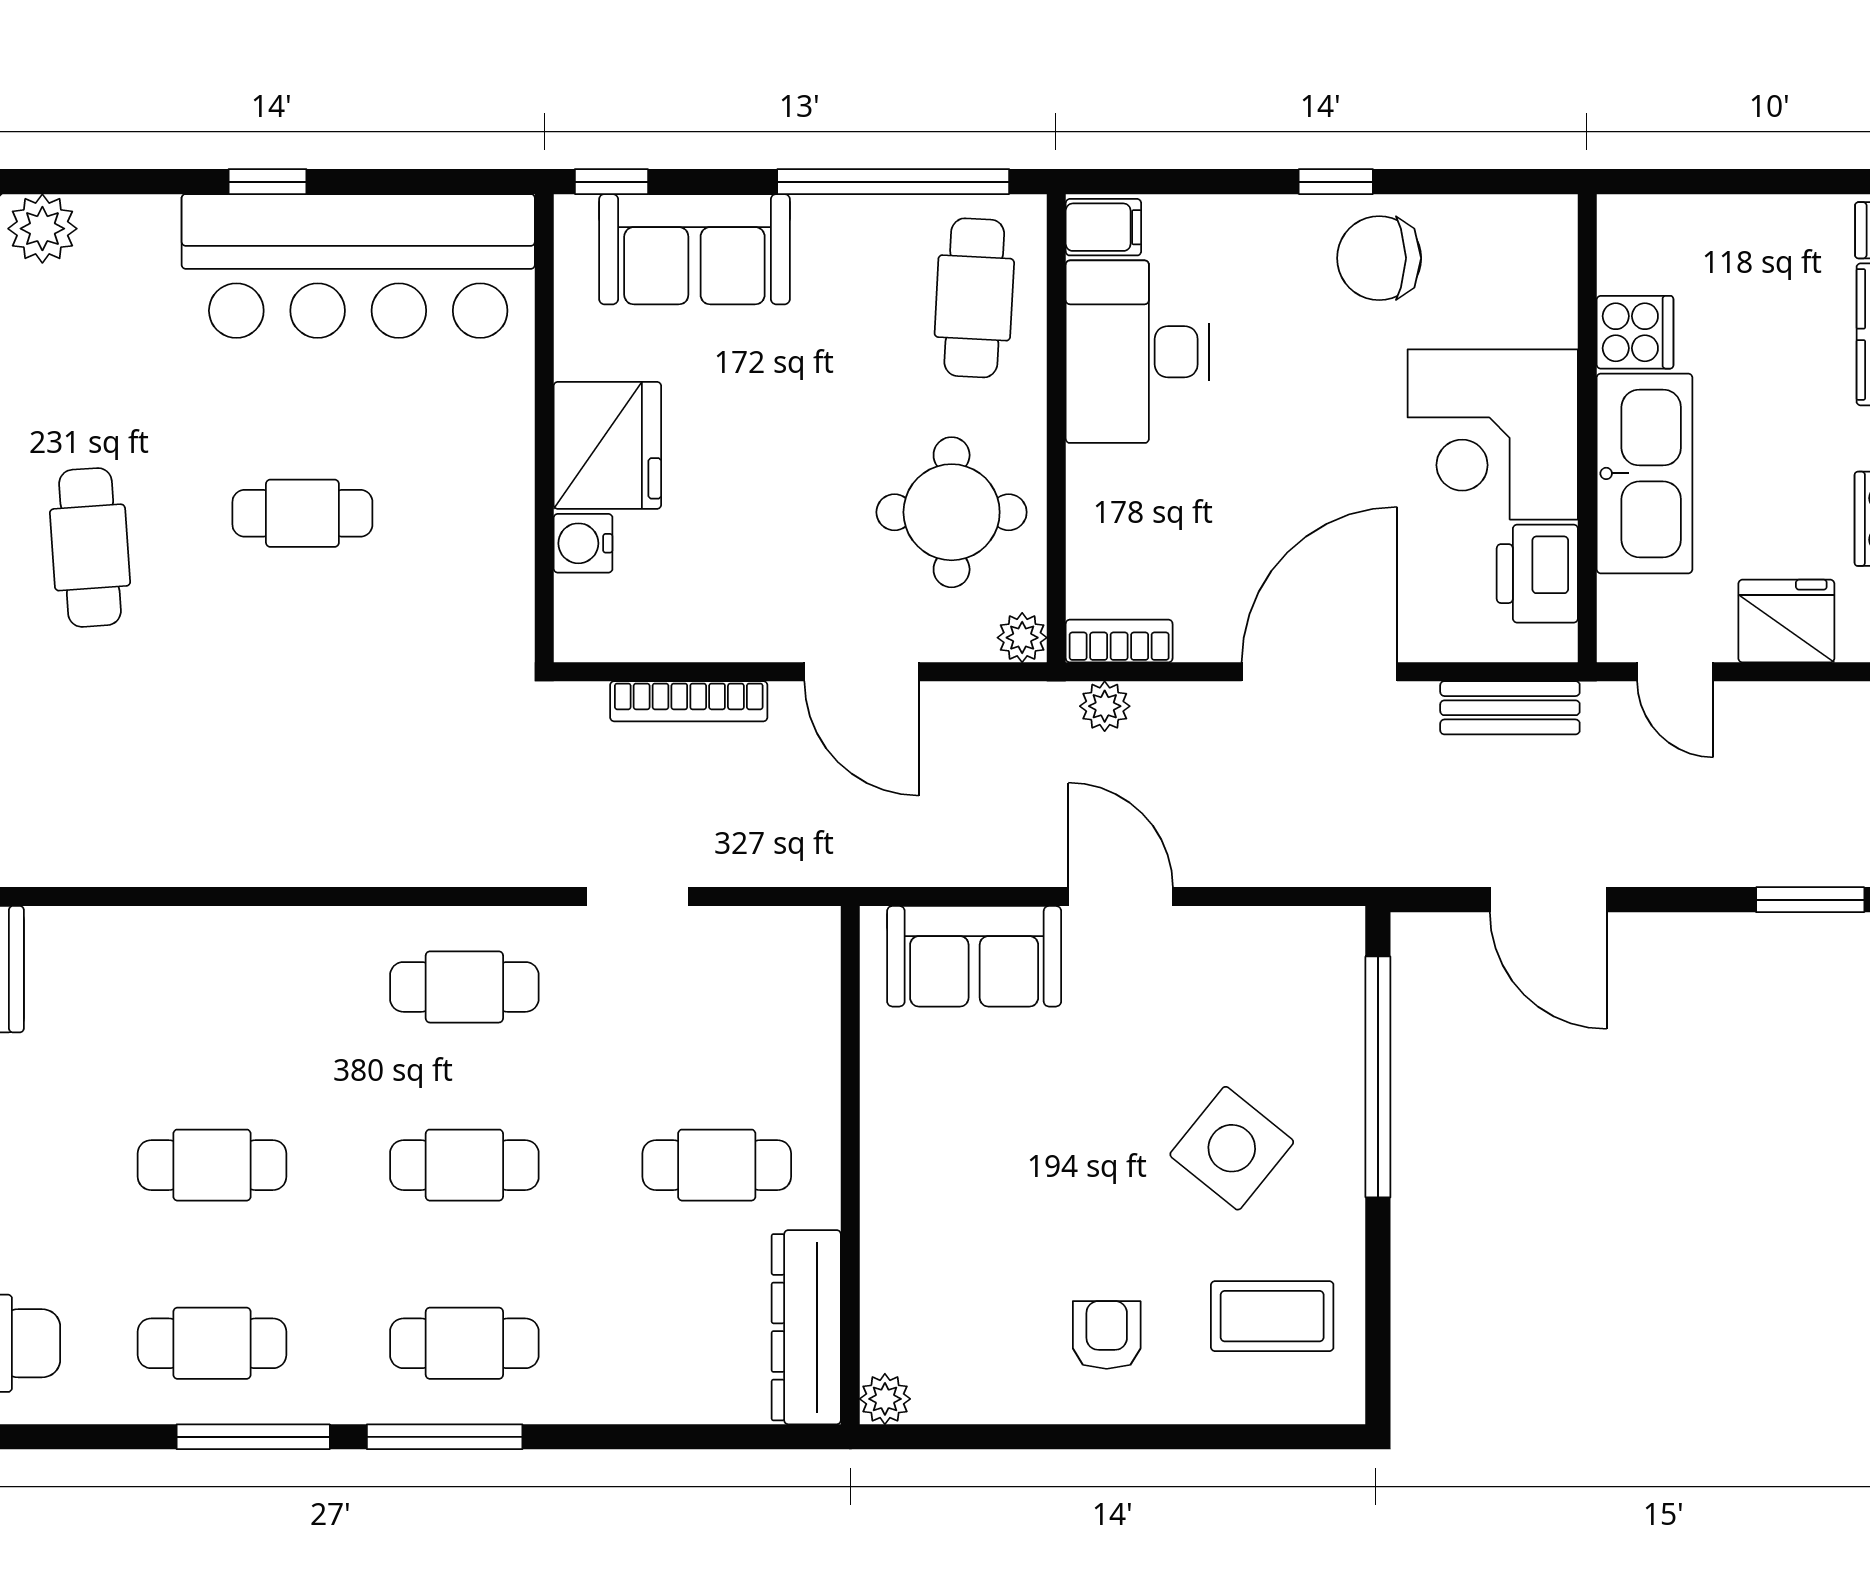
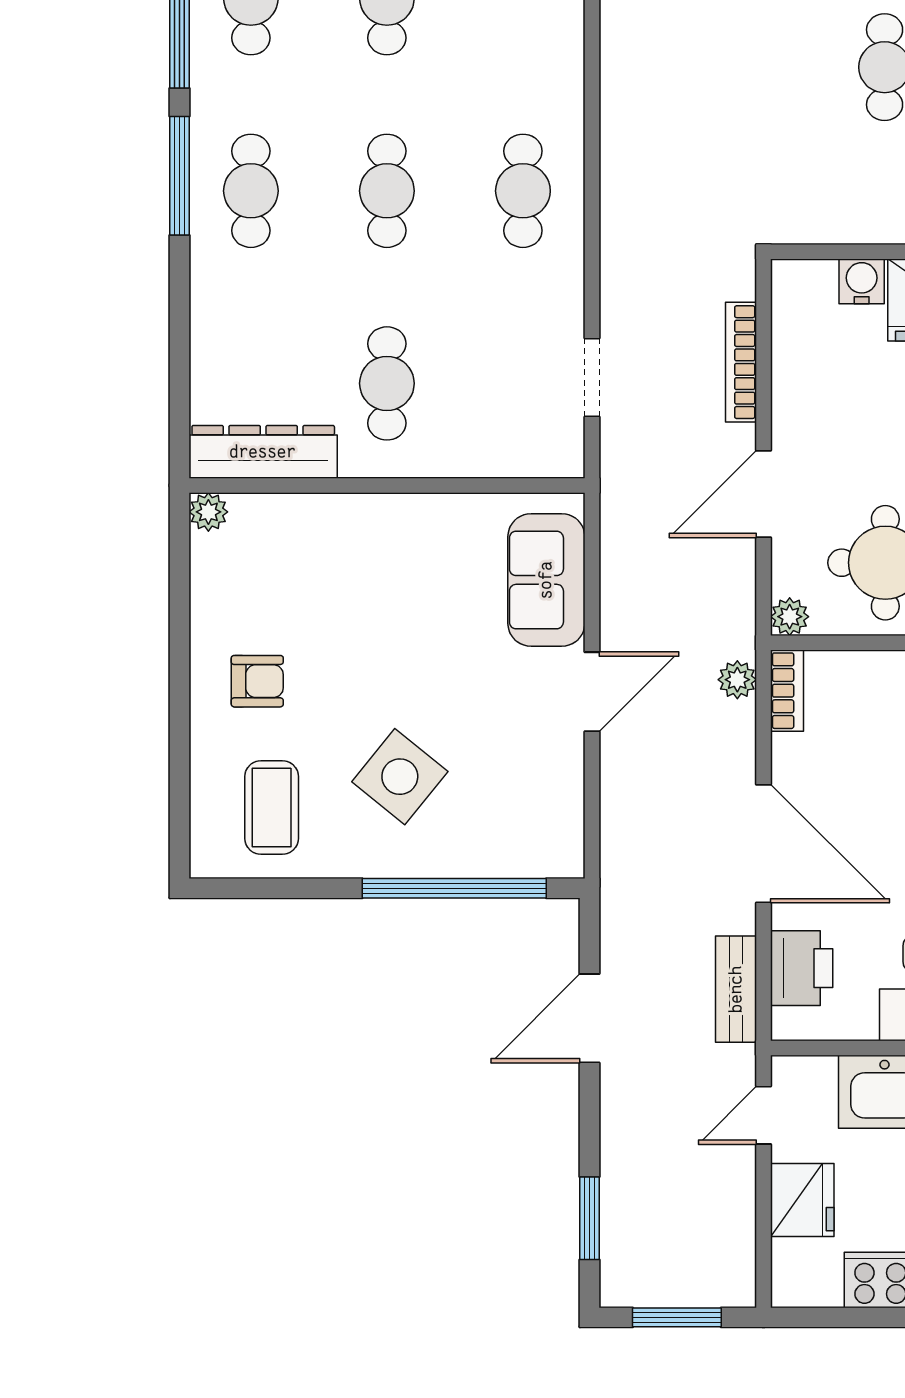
printer: (1537, 574) -> (802, 968), moved, turned 90
doorway: (637, 897) -> (592, 377), moved

